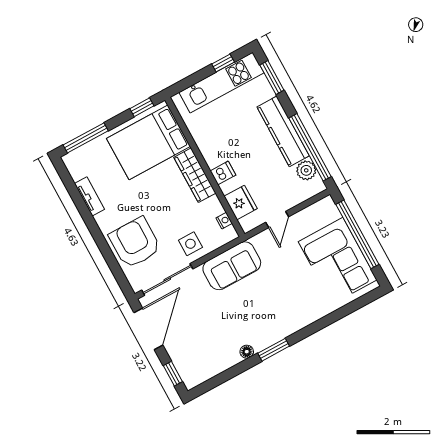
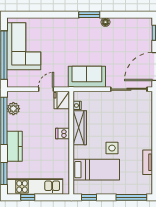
kitchen counter: (283, 131) -> (14, 146), width x0.67
bed: (149, 142) -> (96, 170), width x0.67
wardrobe: (195, 175) -> (80, 128), moved
fridge: (241, 202) -> (62, 100), moved
armchair: (135, 243) -> (136, 121), removed
side table: (190, 244) -> (112, 148), moved

